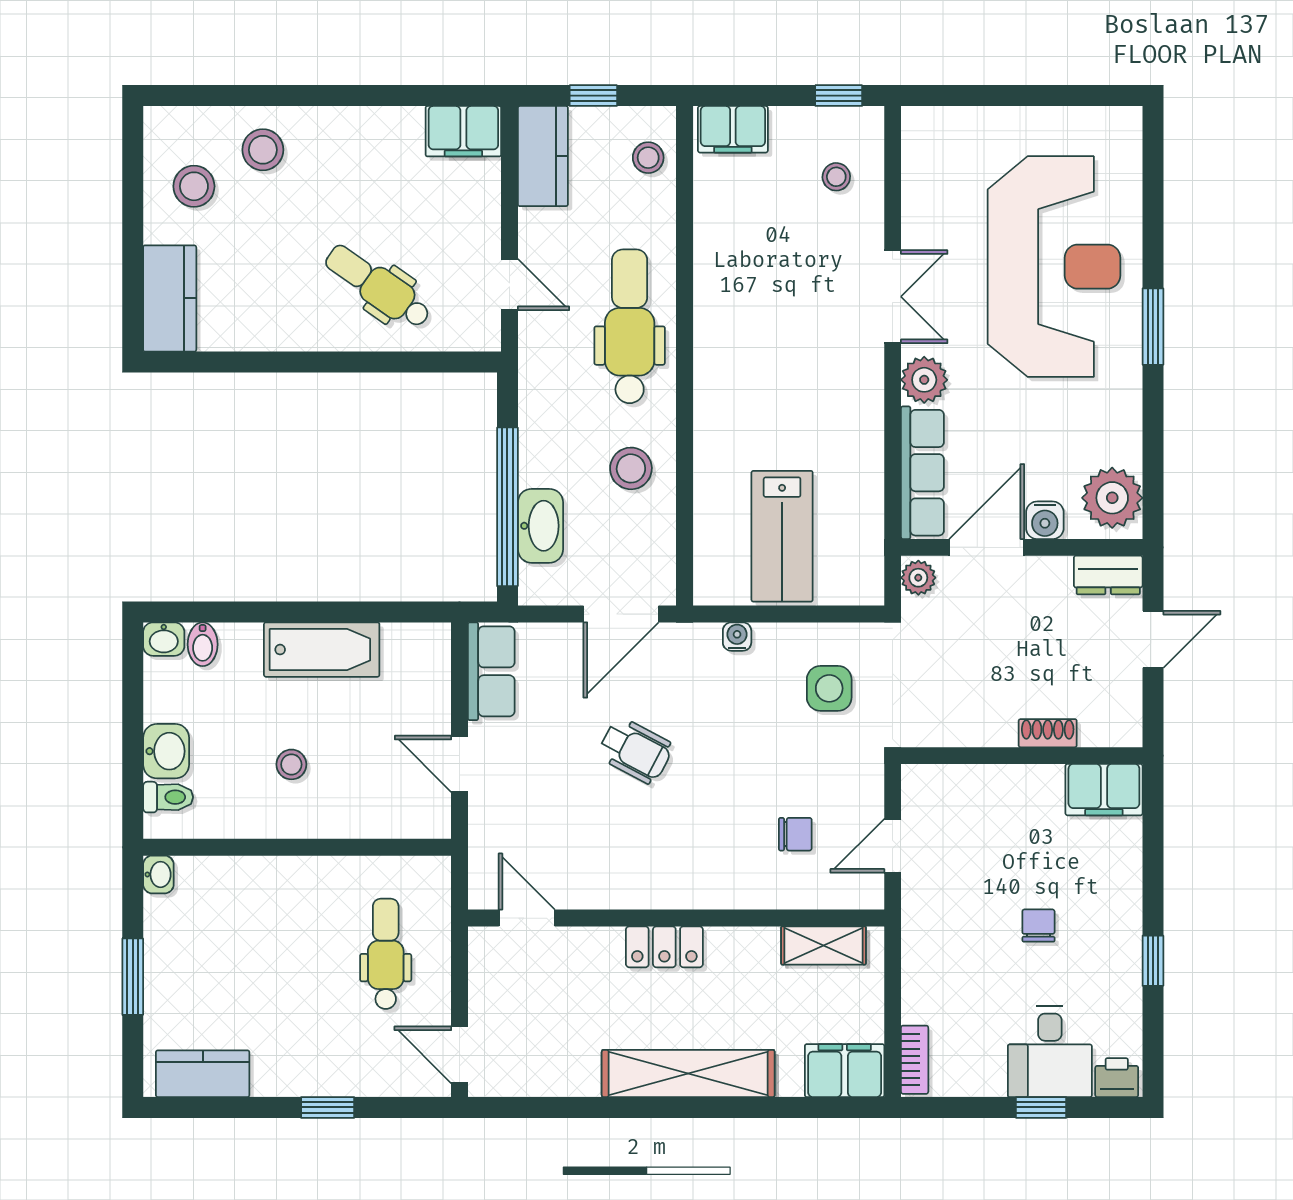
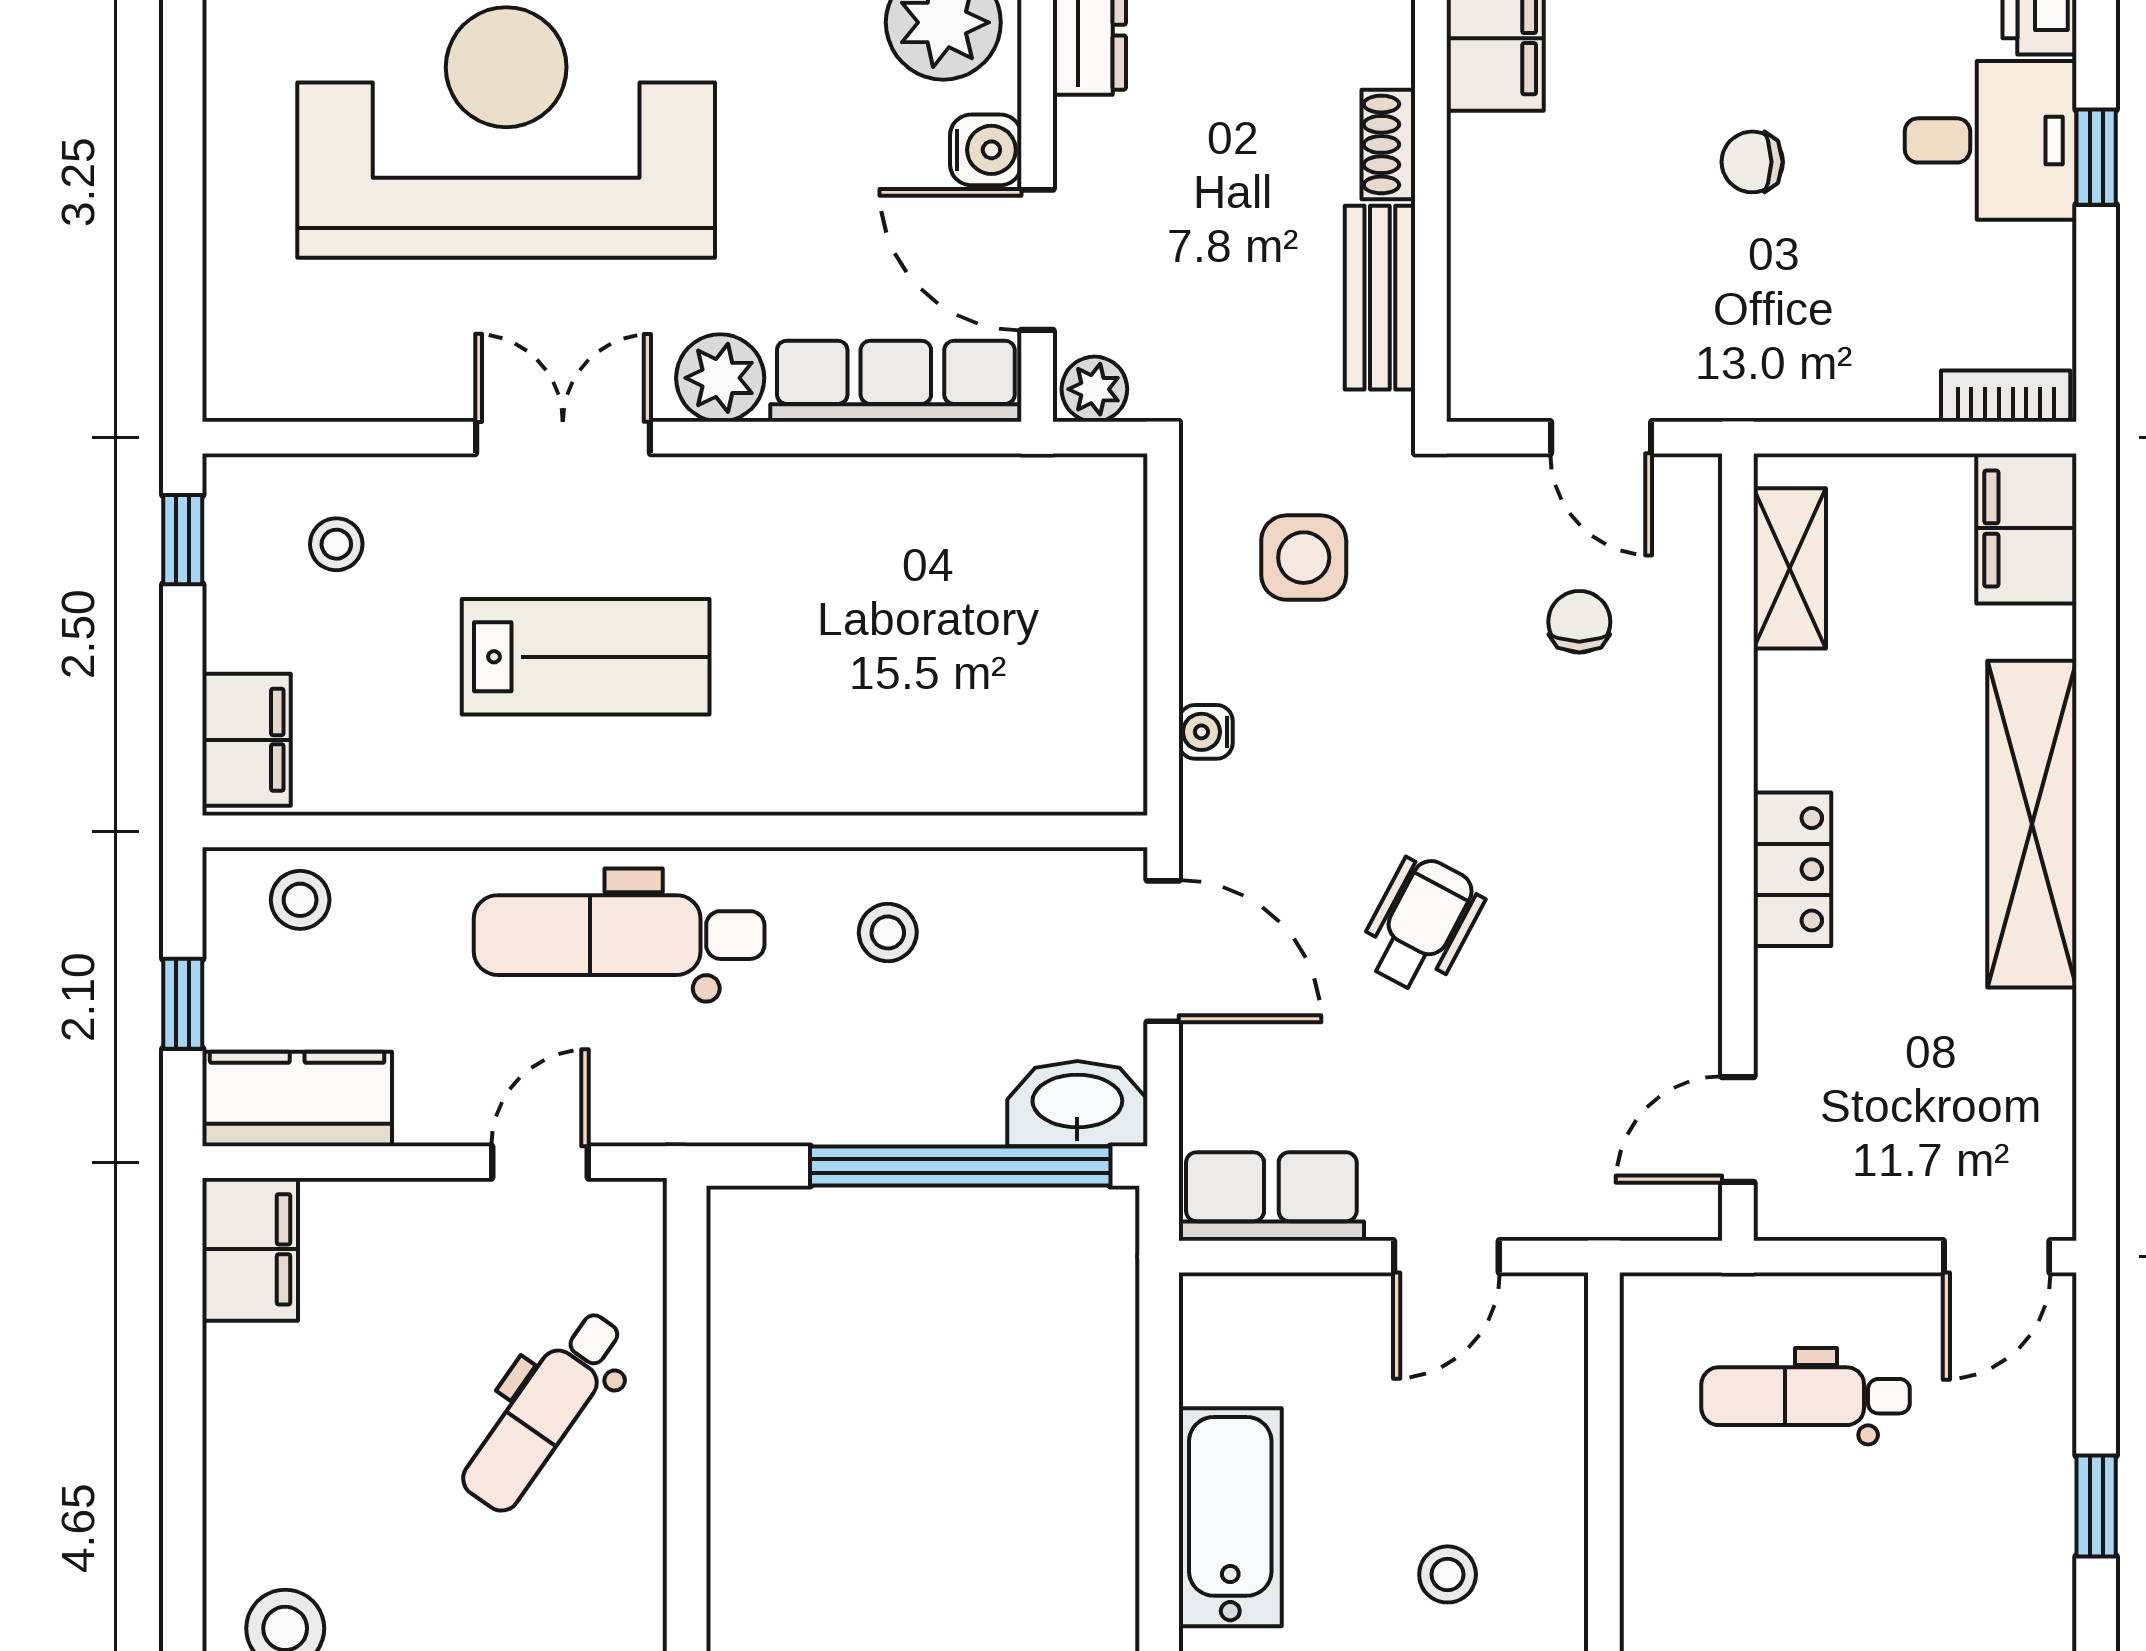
stool: (631, 468) -> (888, 932), width x0.73, depth x0.73
washbasin: (540, 526) -> (1077, 1104), moved
lab bench: (782, 536) -> (586, 657), moved
bench: (967, 729) -> (1380, 298), added

